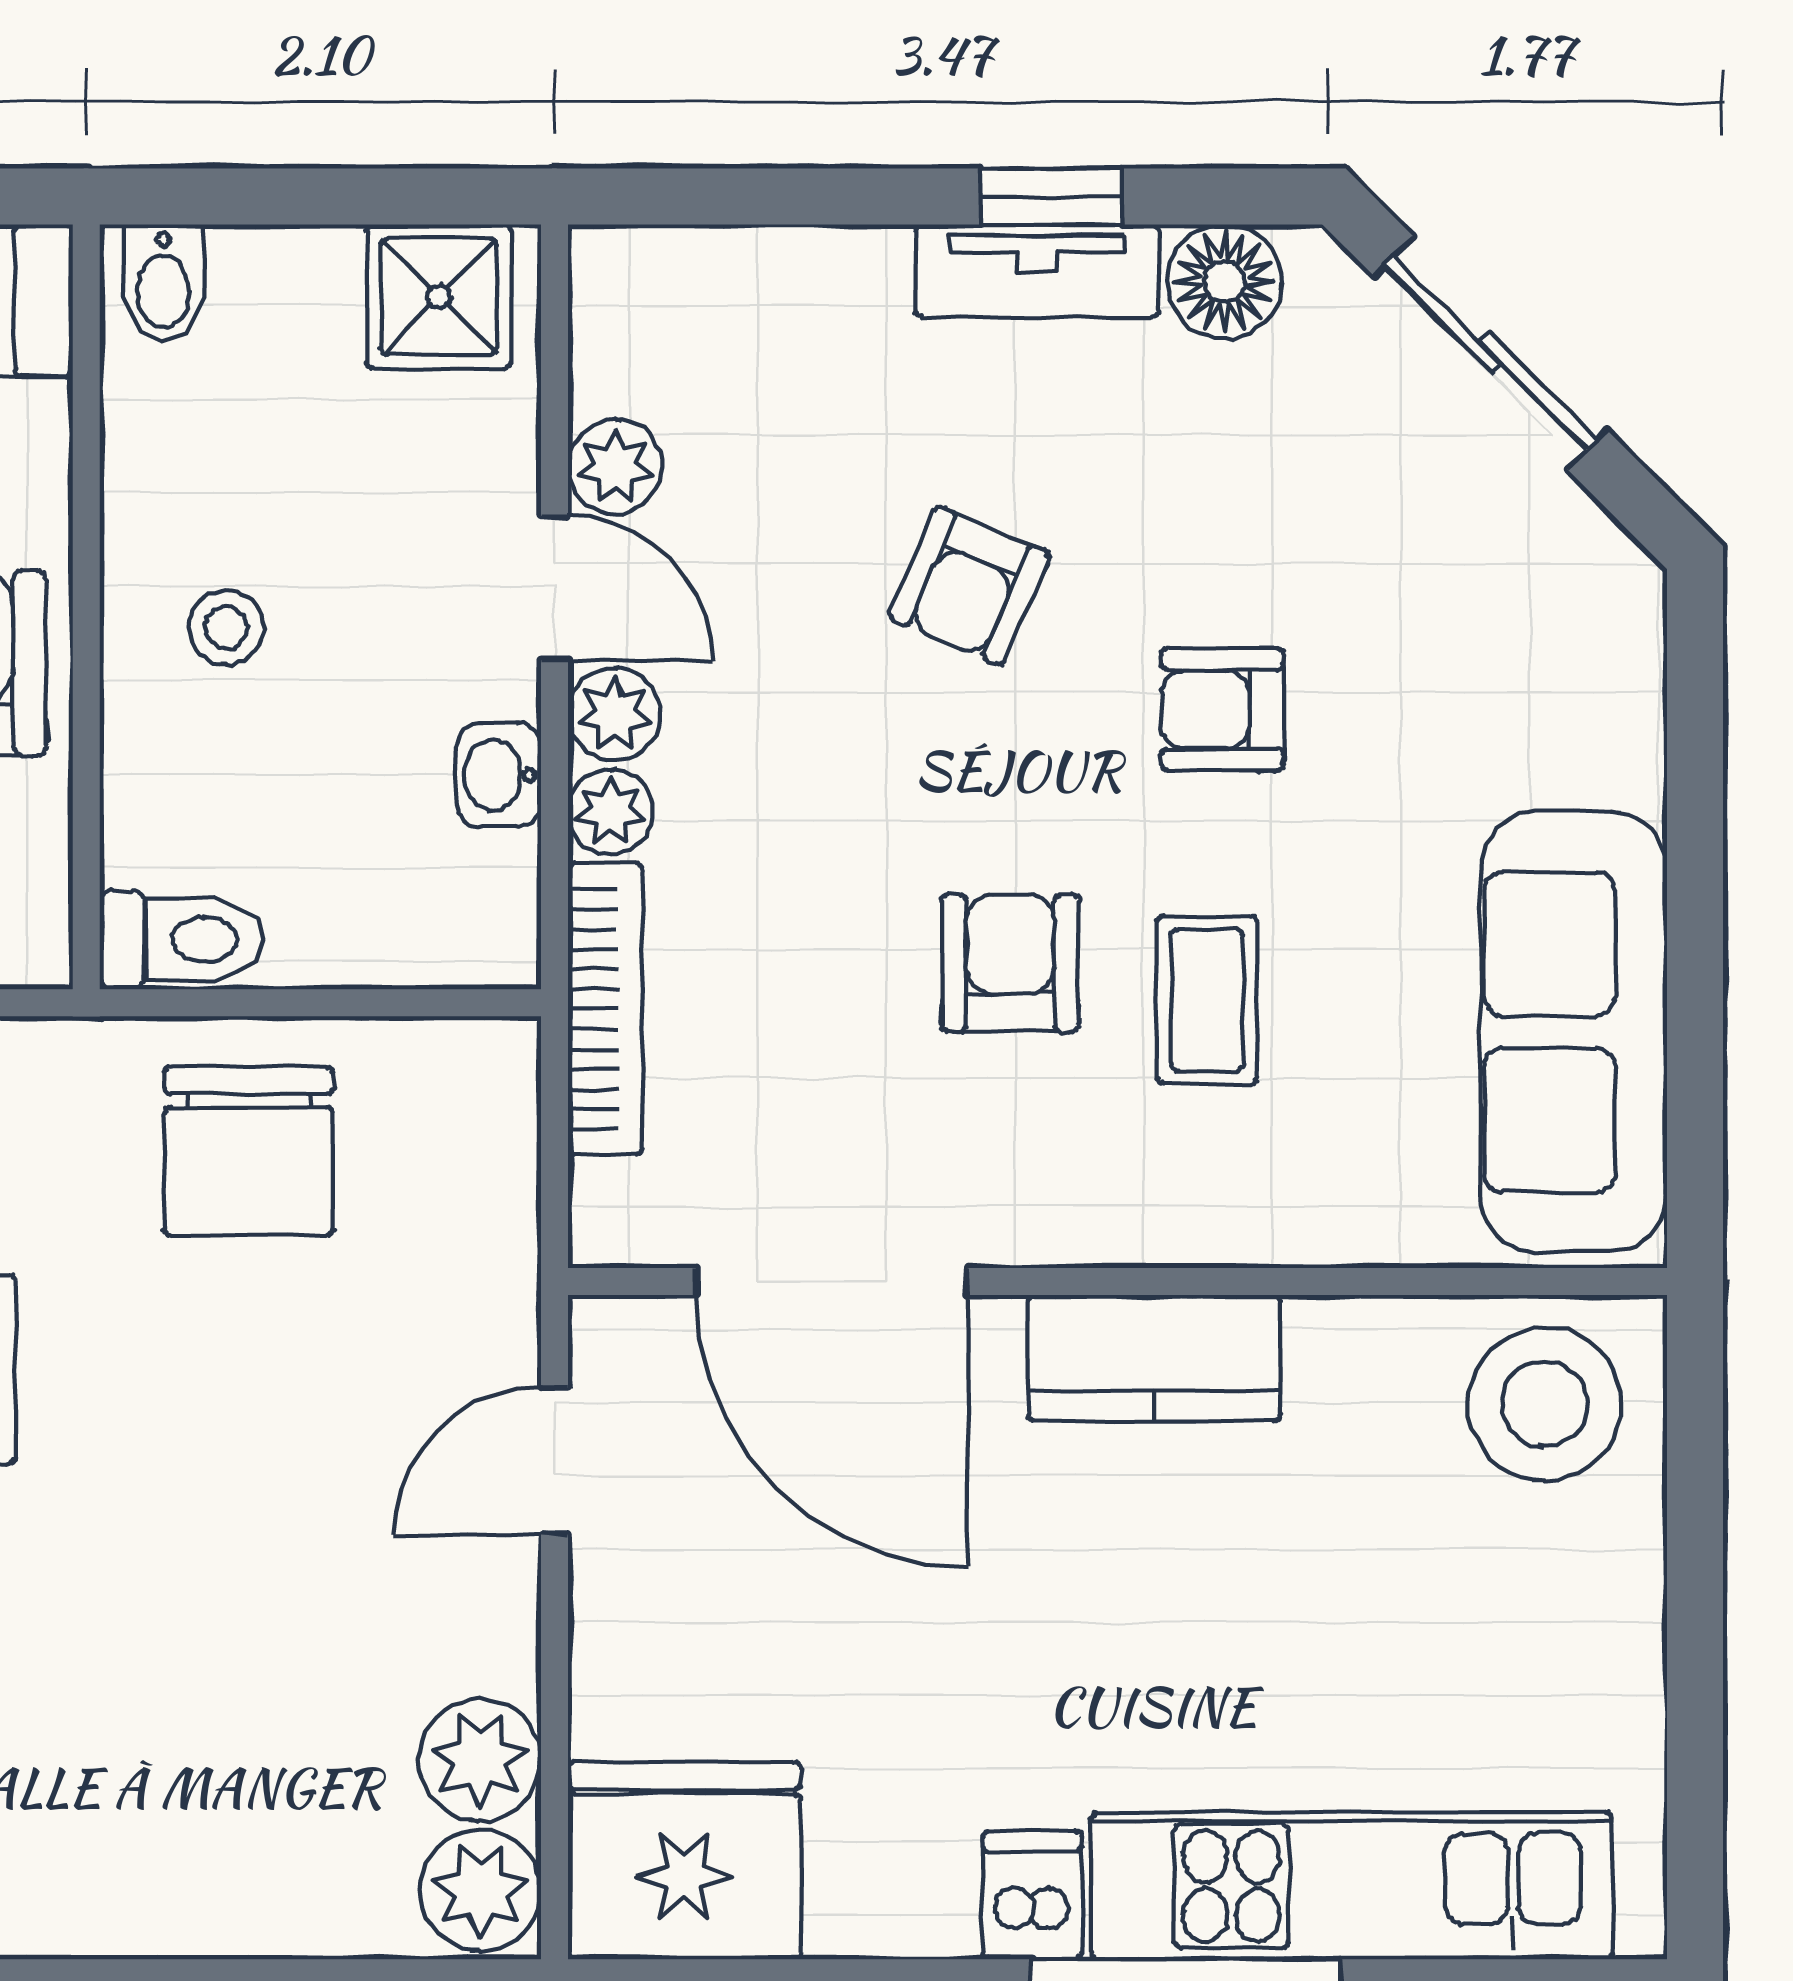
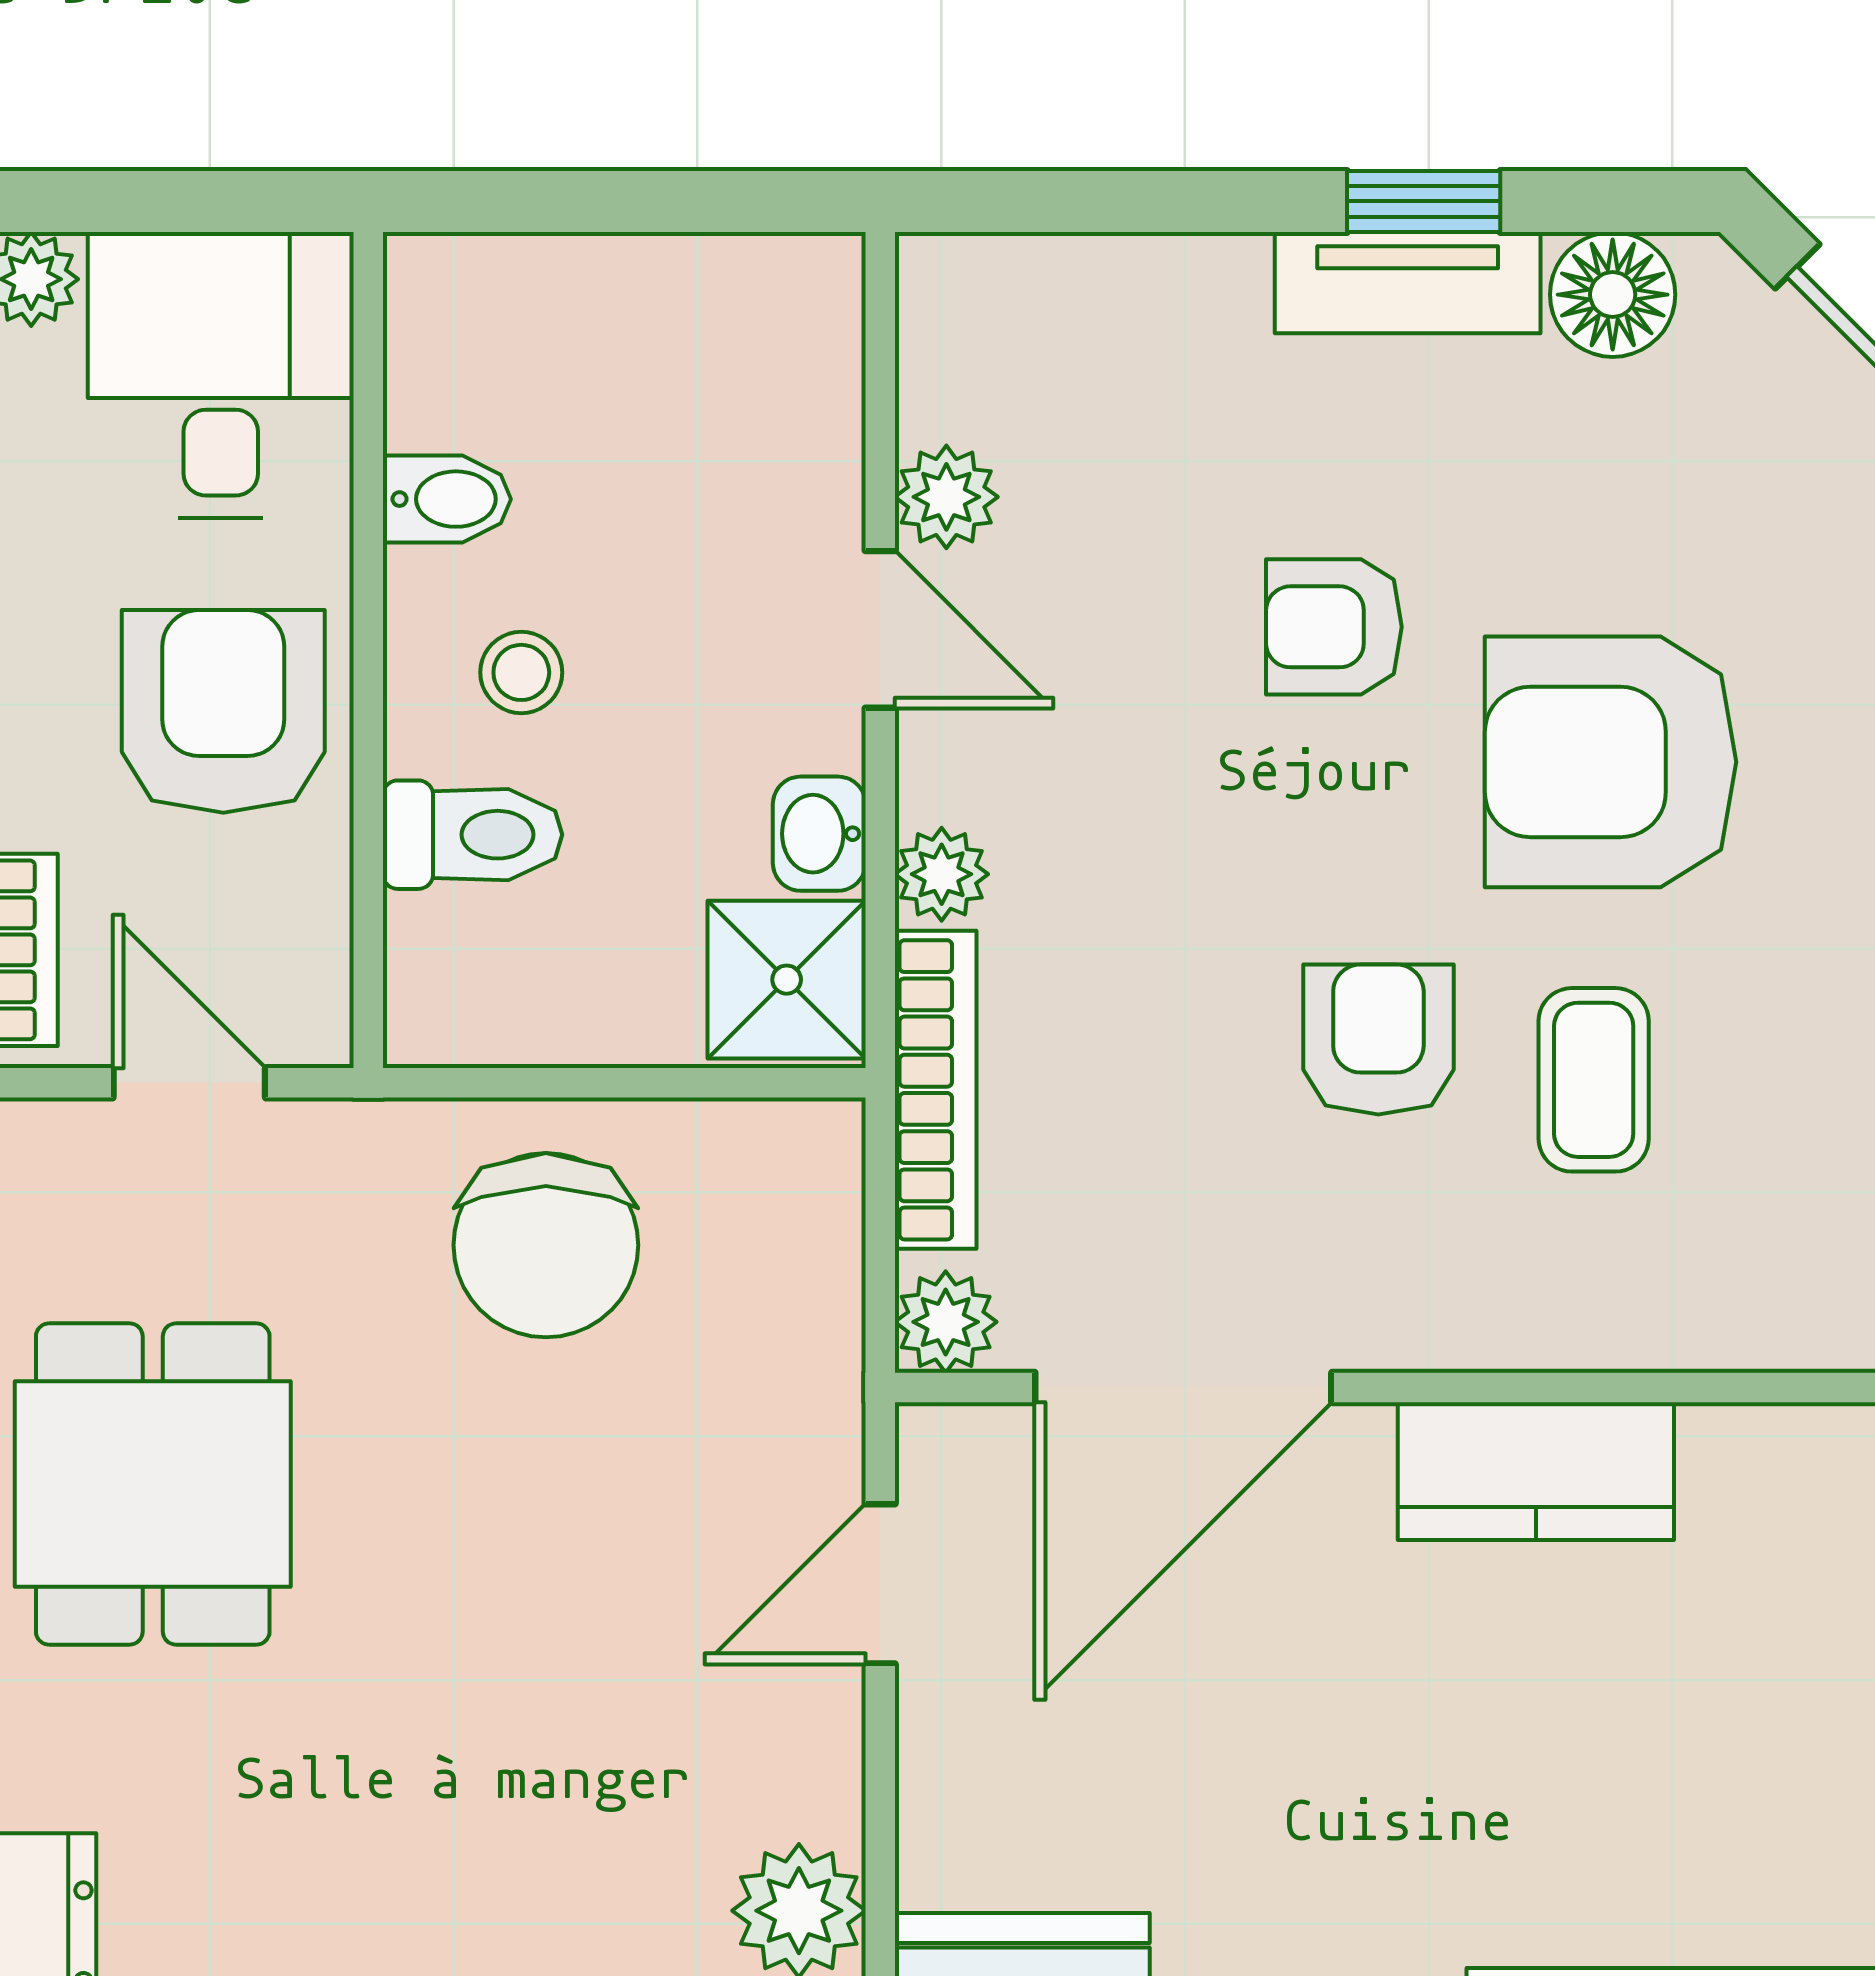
bidet: (163, 283) -> (447, 499), moved, turned -90
shower: (439, 297) -> (787, 980), moved
armchair: (969, 586) -> (1334, 627), turned 67
armchair: (1222, 709) -> (1611, 762), width x1.88, depth x1.88
plant: (614, 714) -> (946, 1322), moved
toilet: (182, 940) -> (472, 835), moved
door: (832, 1281) -> (1183, 1387), hinge flipped

